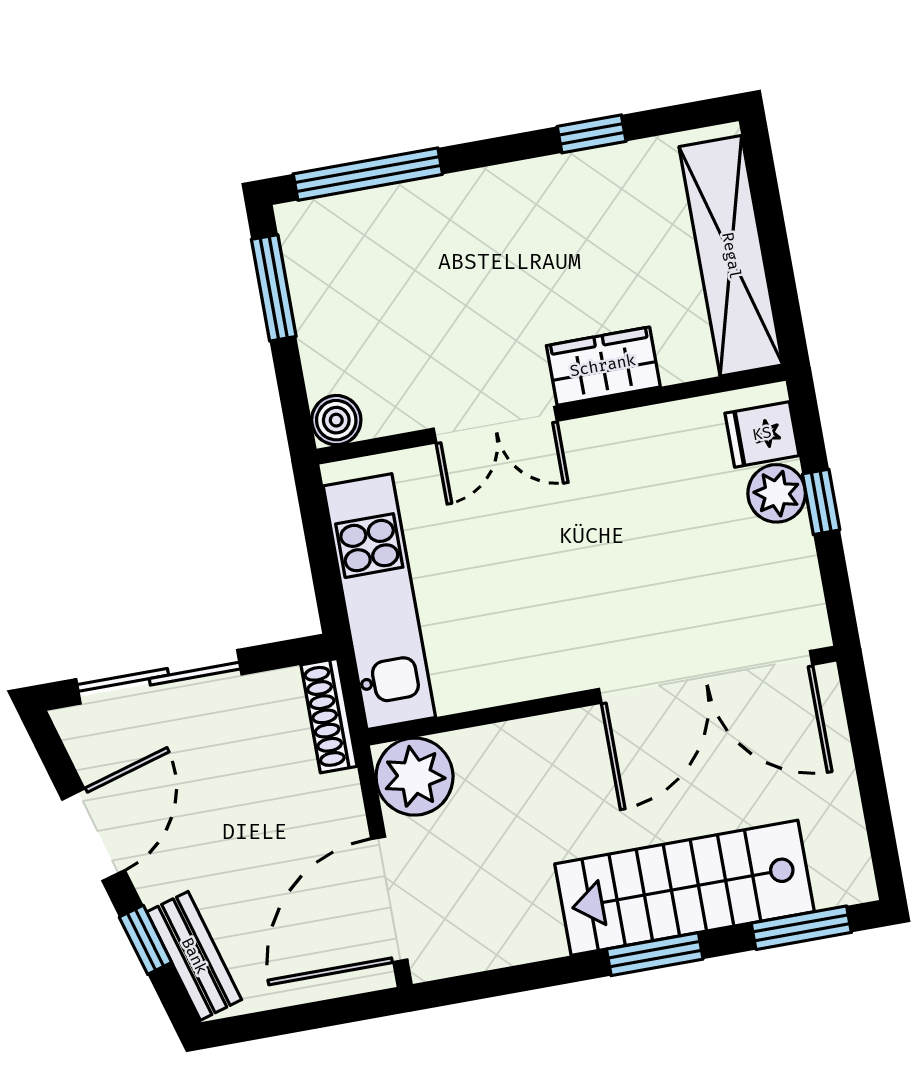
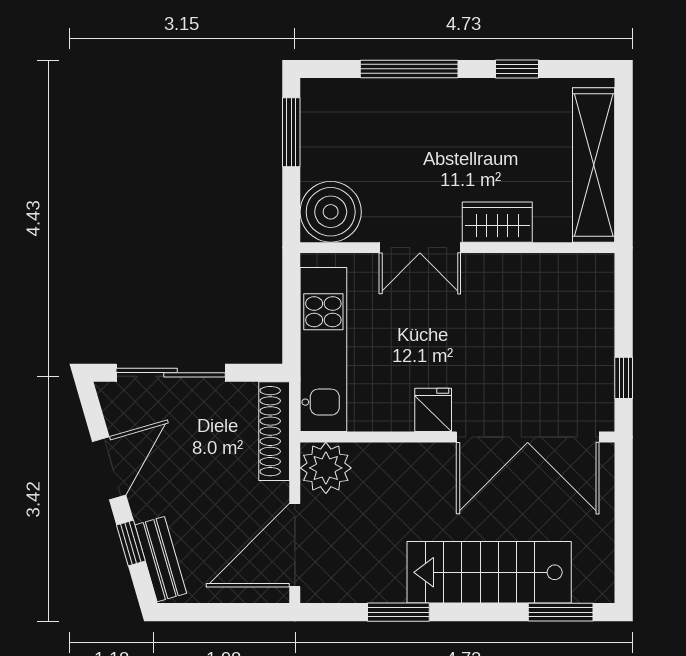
window: (368, 174) -> (409, 69), moved
boiler: (336, 420) -> (331, 212), width x1.86, depth x1.86
fridge: (762, 434) -> (433, 410), moved, turned 90
plant: (777, 493) -> (596, 326), removed
window: (821, 502) -> (624, 378), moved
shoe rack: (329, 716) -> (274, 431), width x1.36, depth x1.24
window: (655, 954) -> (398, 612), moved

